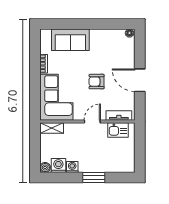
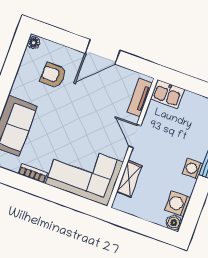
armchair: (97, 82) -> (53, 75), moved, turned 90
shelving: (52, 128) -> (129, 179), moved
kitchen sink: (118, 130) -> (168, 94), moved, turned 90
washing machine: (72, 167) -> (193, 169), moved

